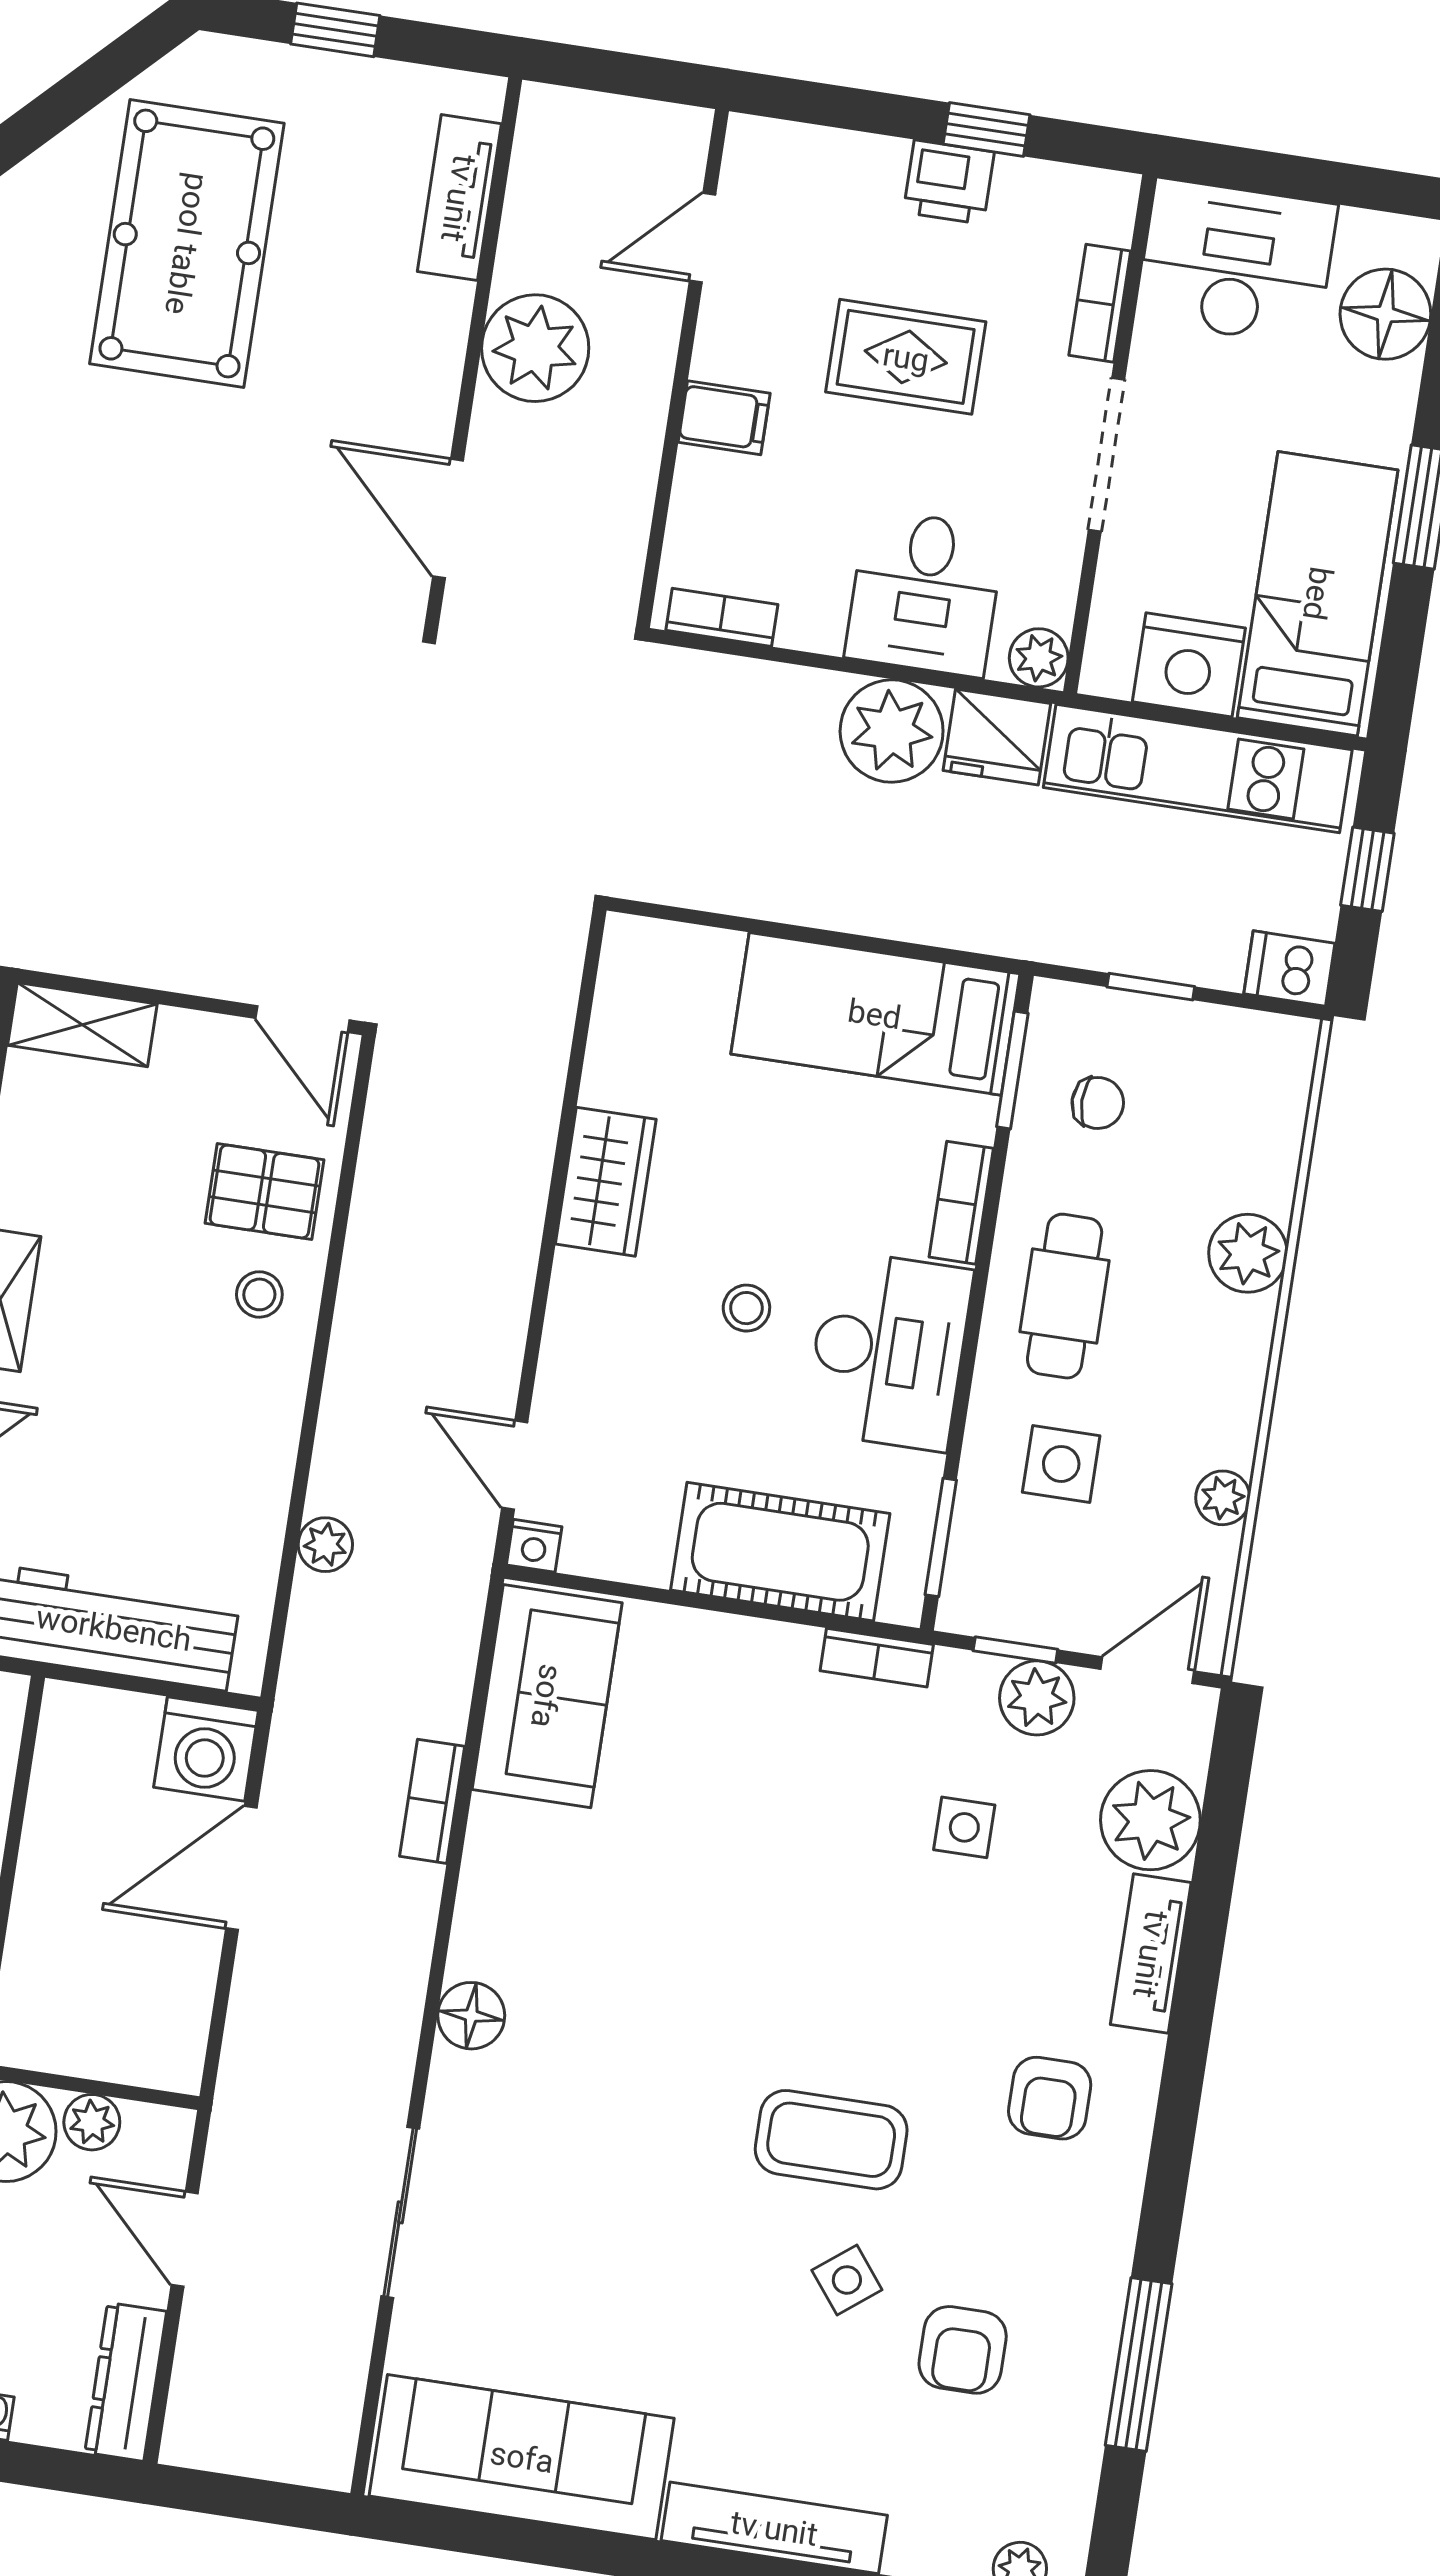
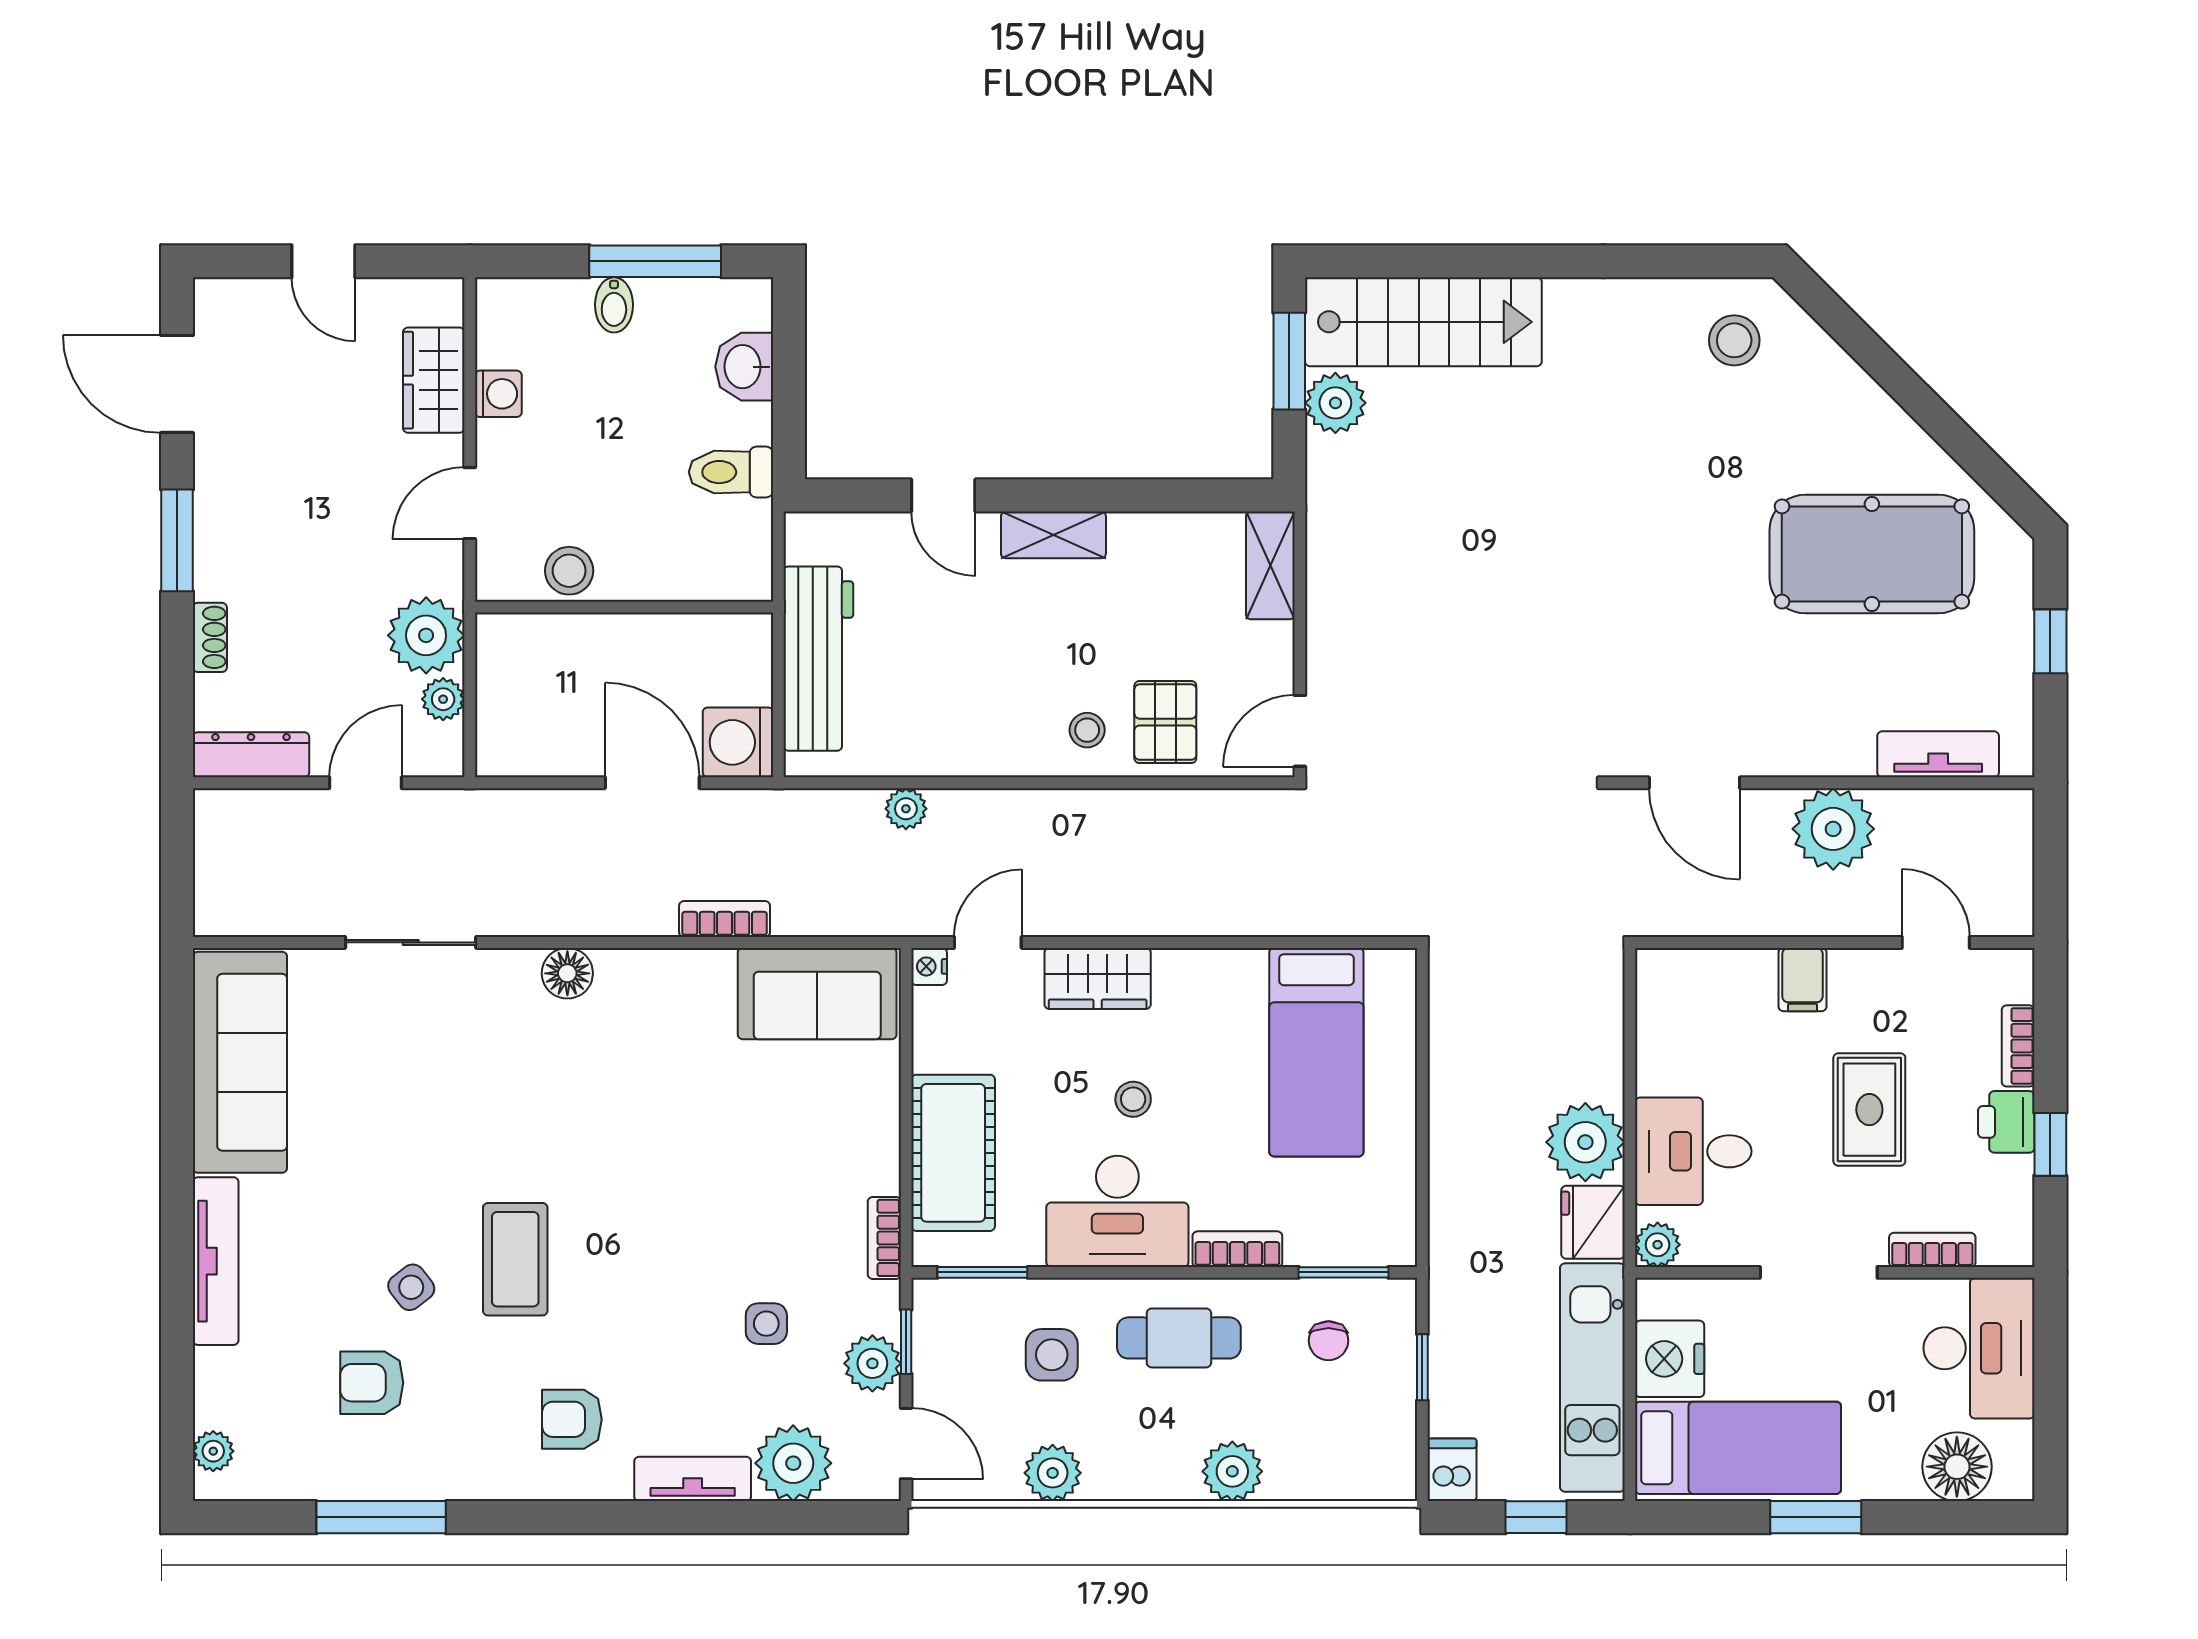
door: (448, 519) -> (1694, 783), swing flipped
bookcase: (722, 617) -> (2018, 1046), moved, turned 180
bed: (875, 1014) -> (1316, 1052), moved, turned 180
wardrobe: (606, 1182) -> (1098, 978), moved
plant: (1223, 1498) -> (1053, 1473), width x1.38, depth x1.38

